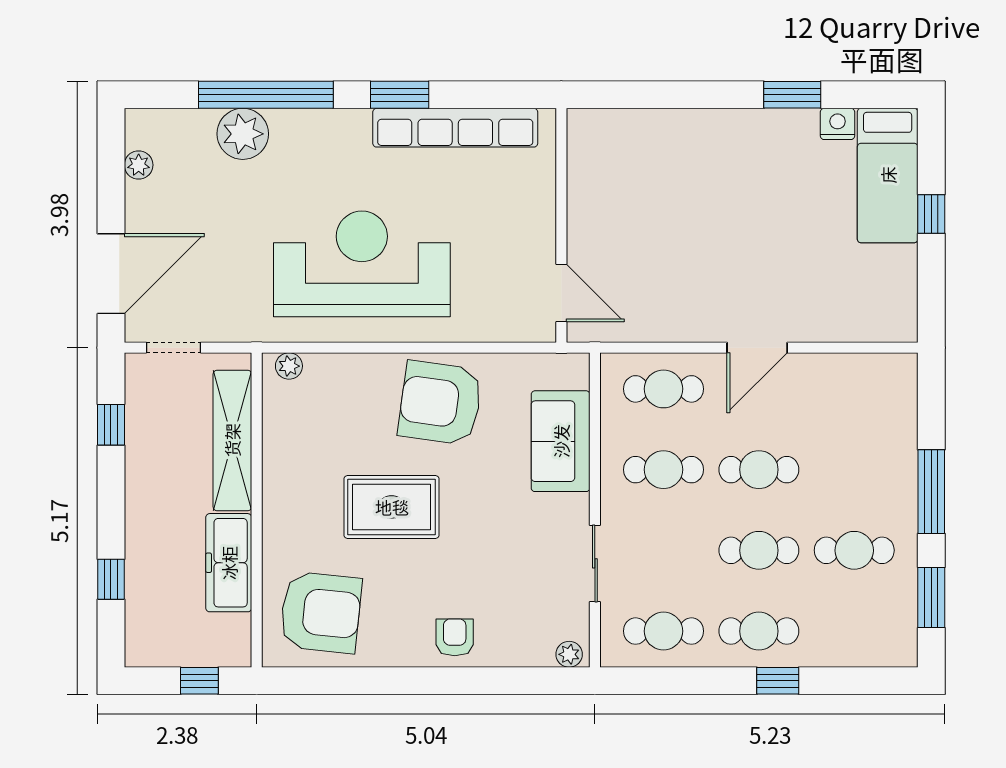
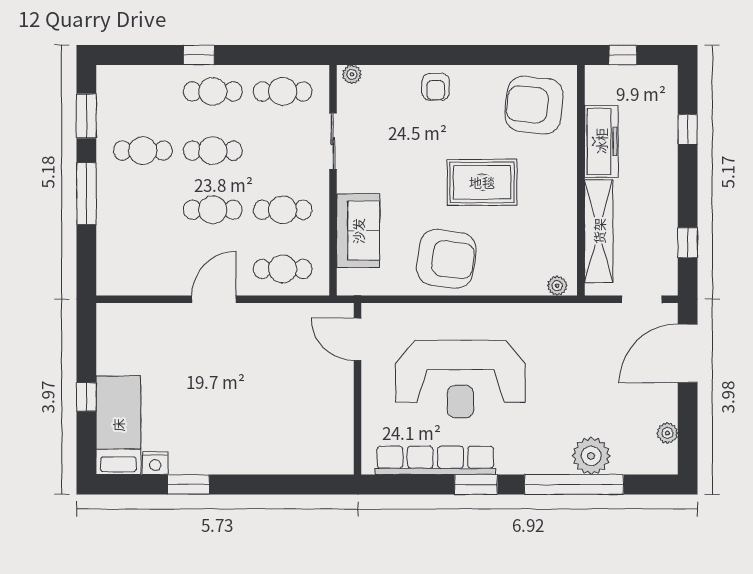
reception desk: (362, 264) -> (460, 379), moved

